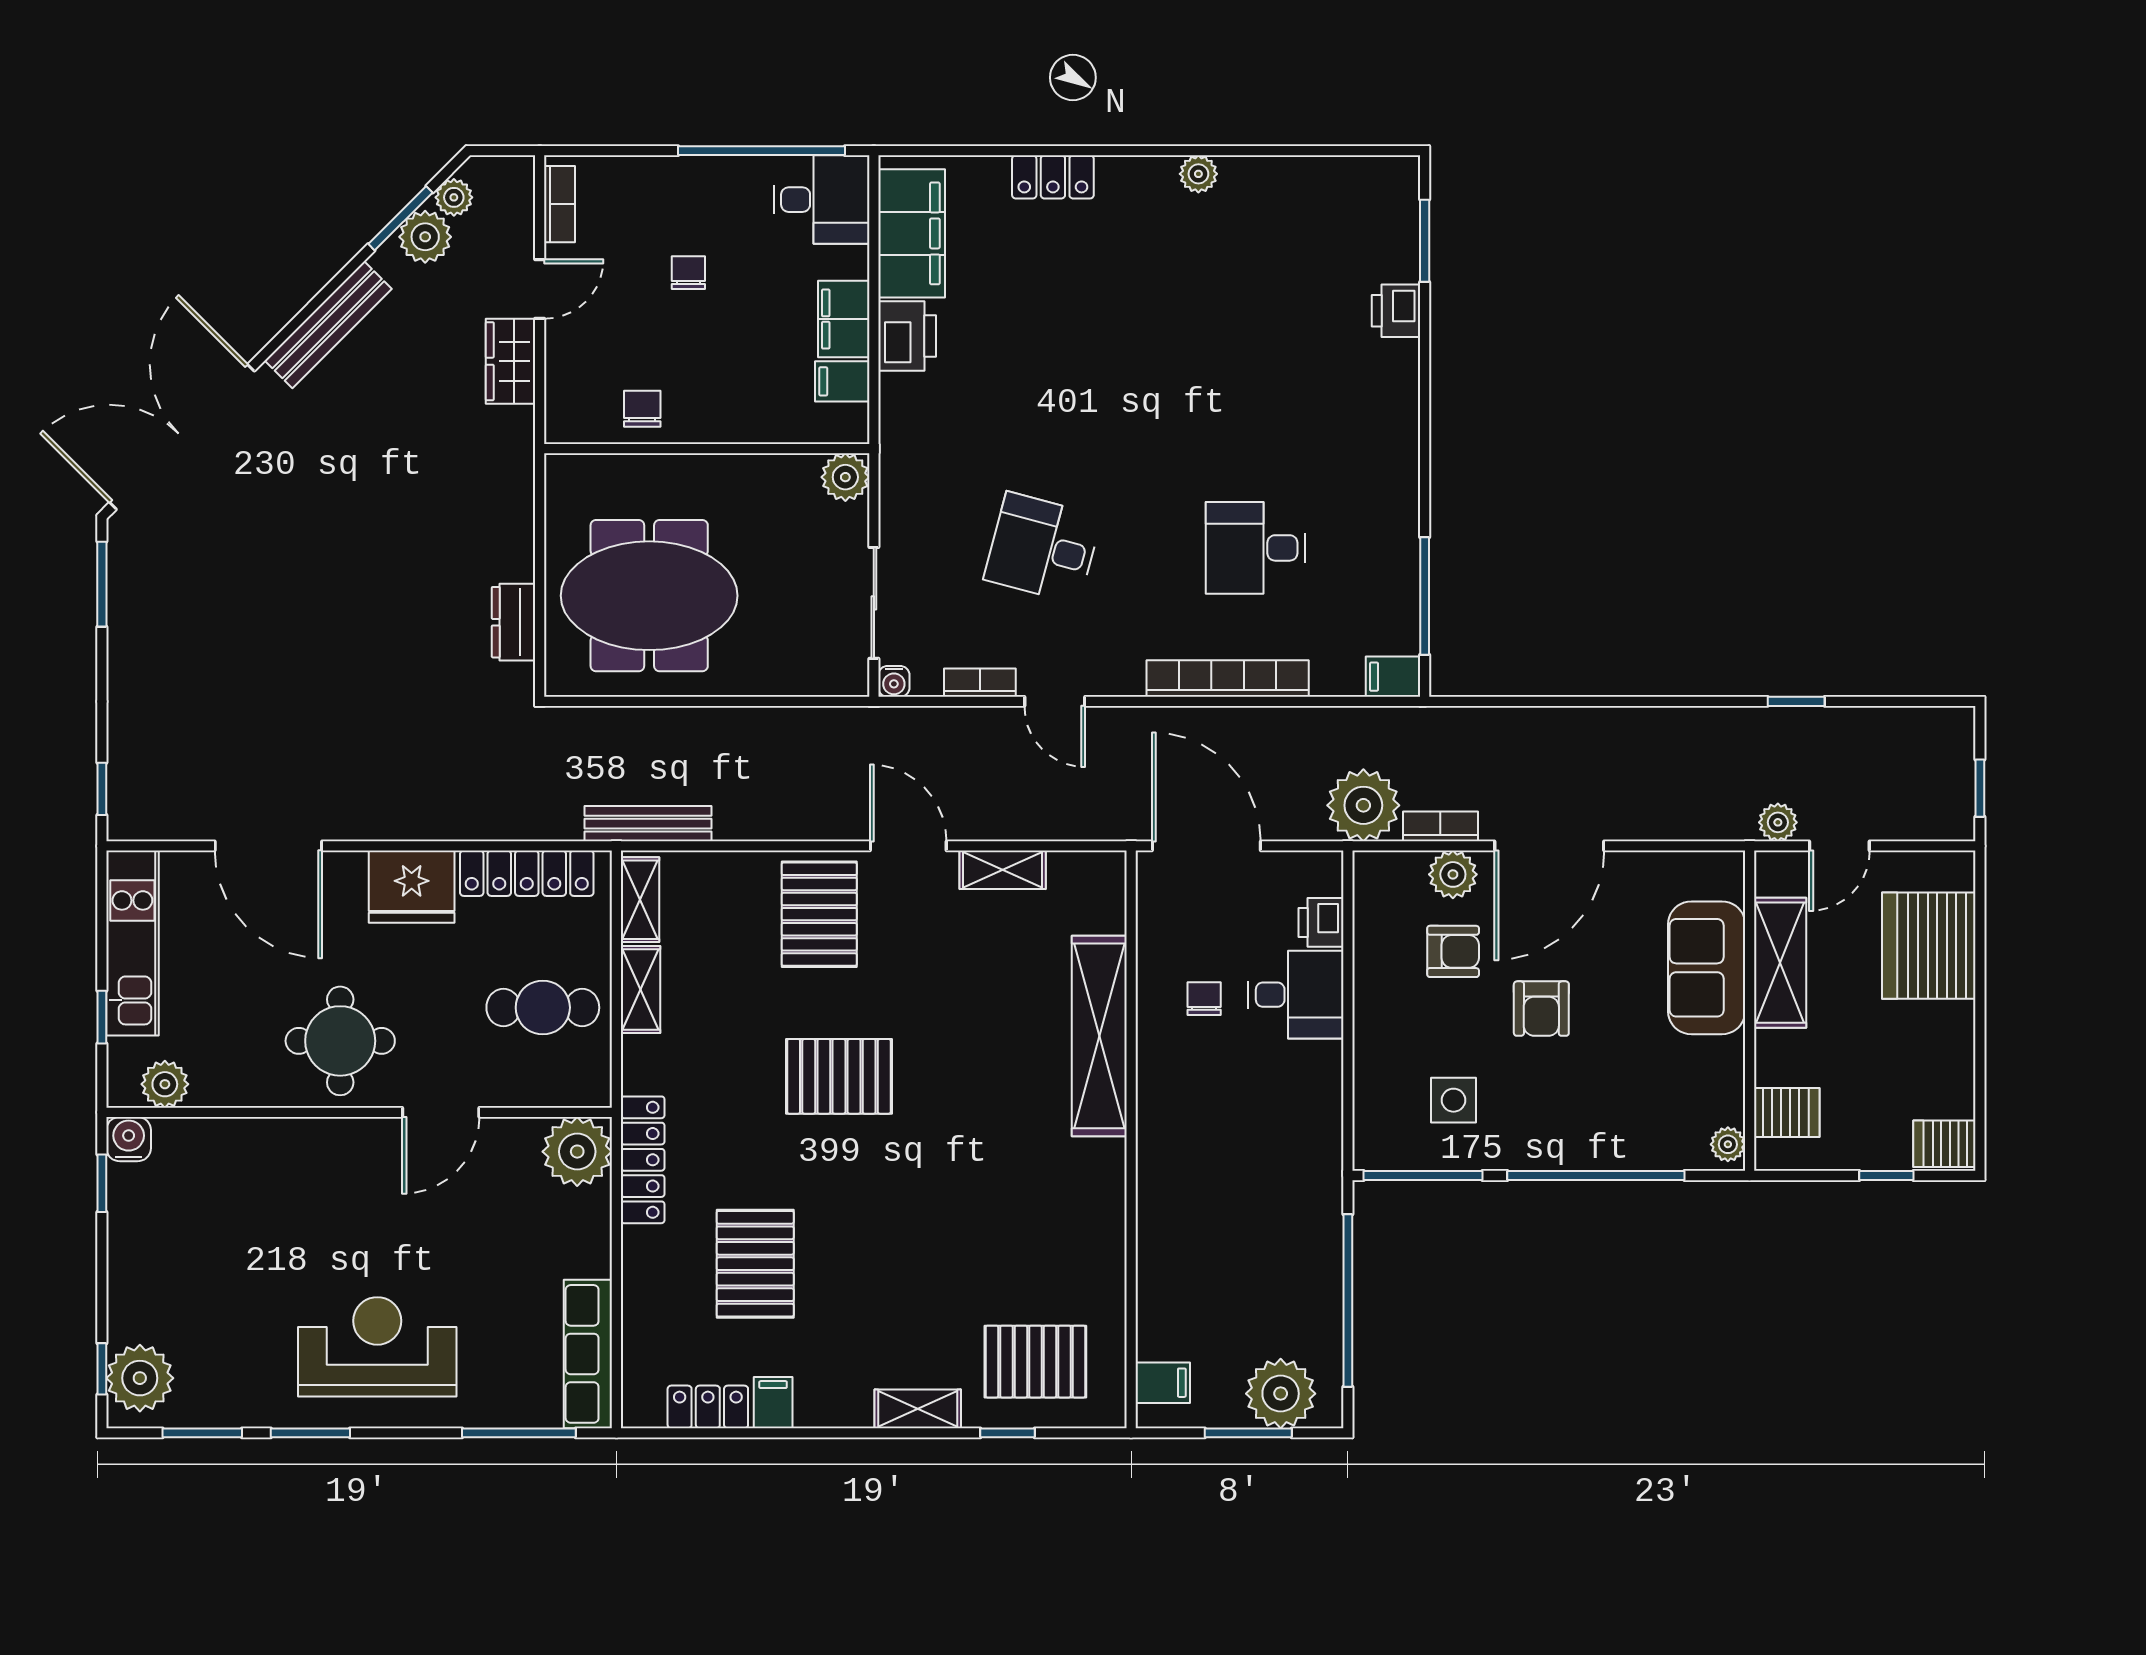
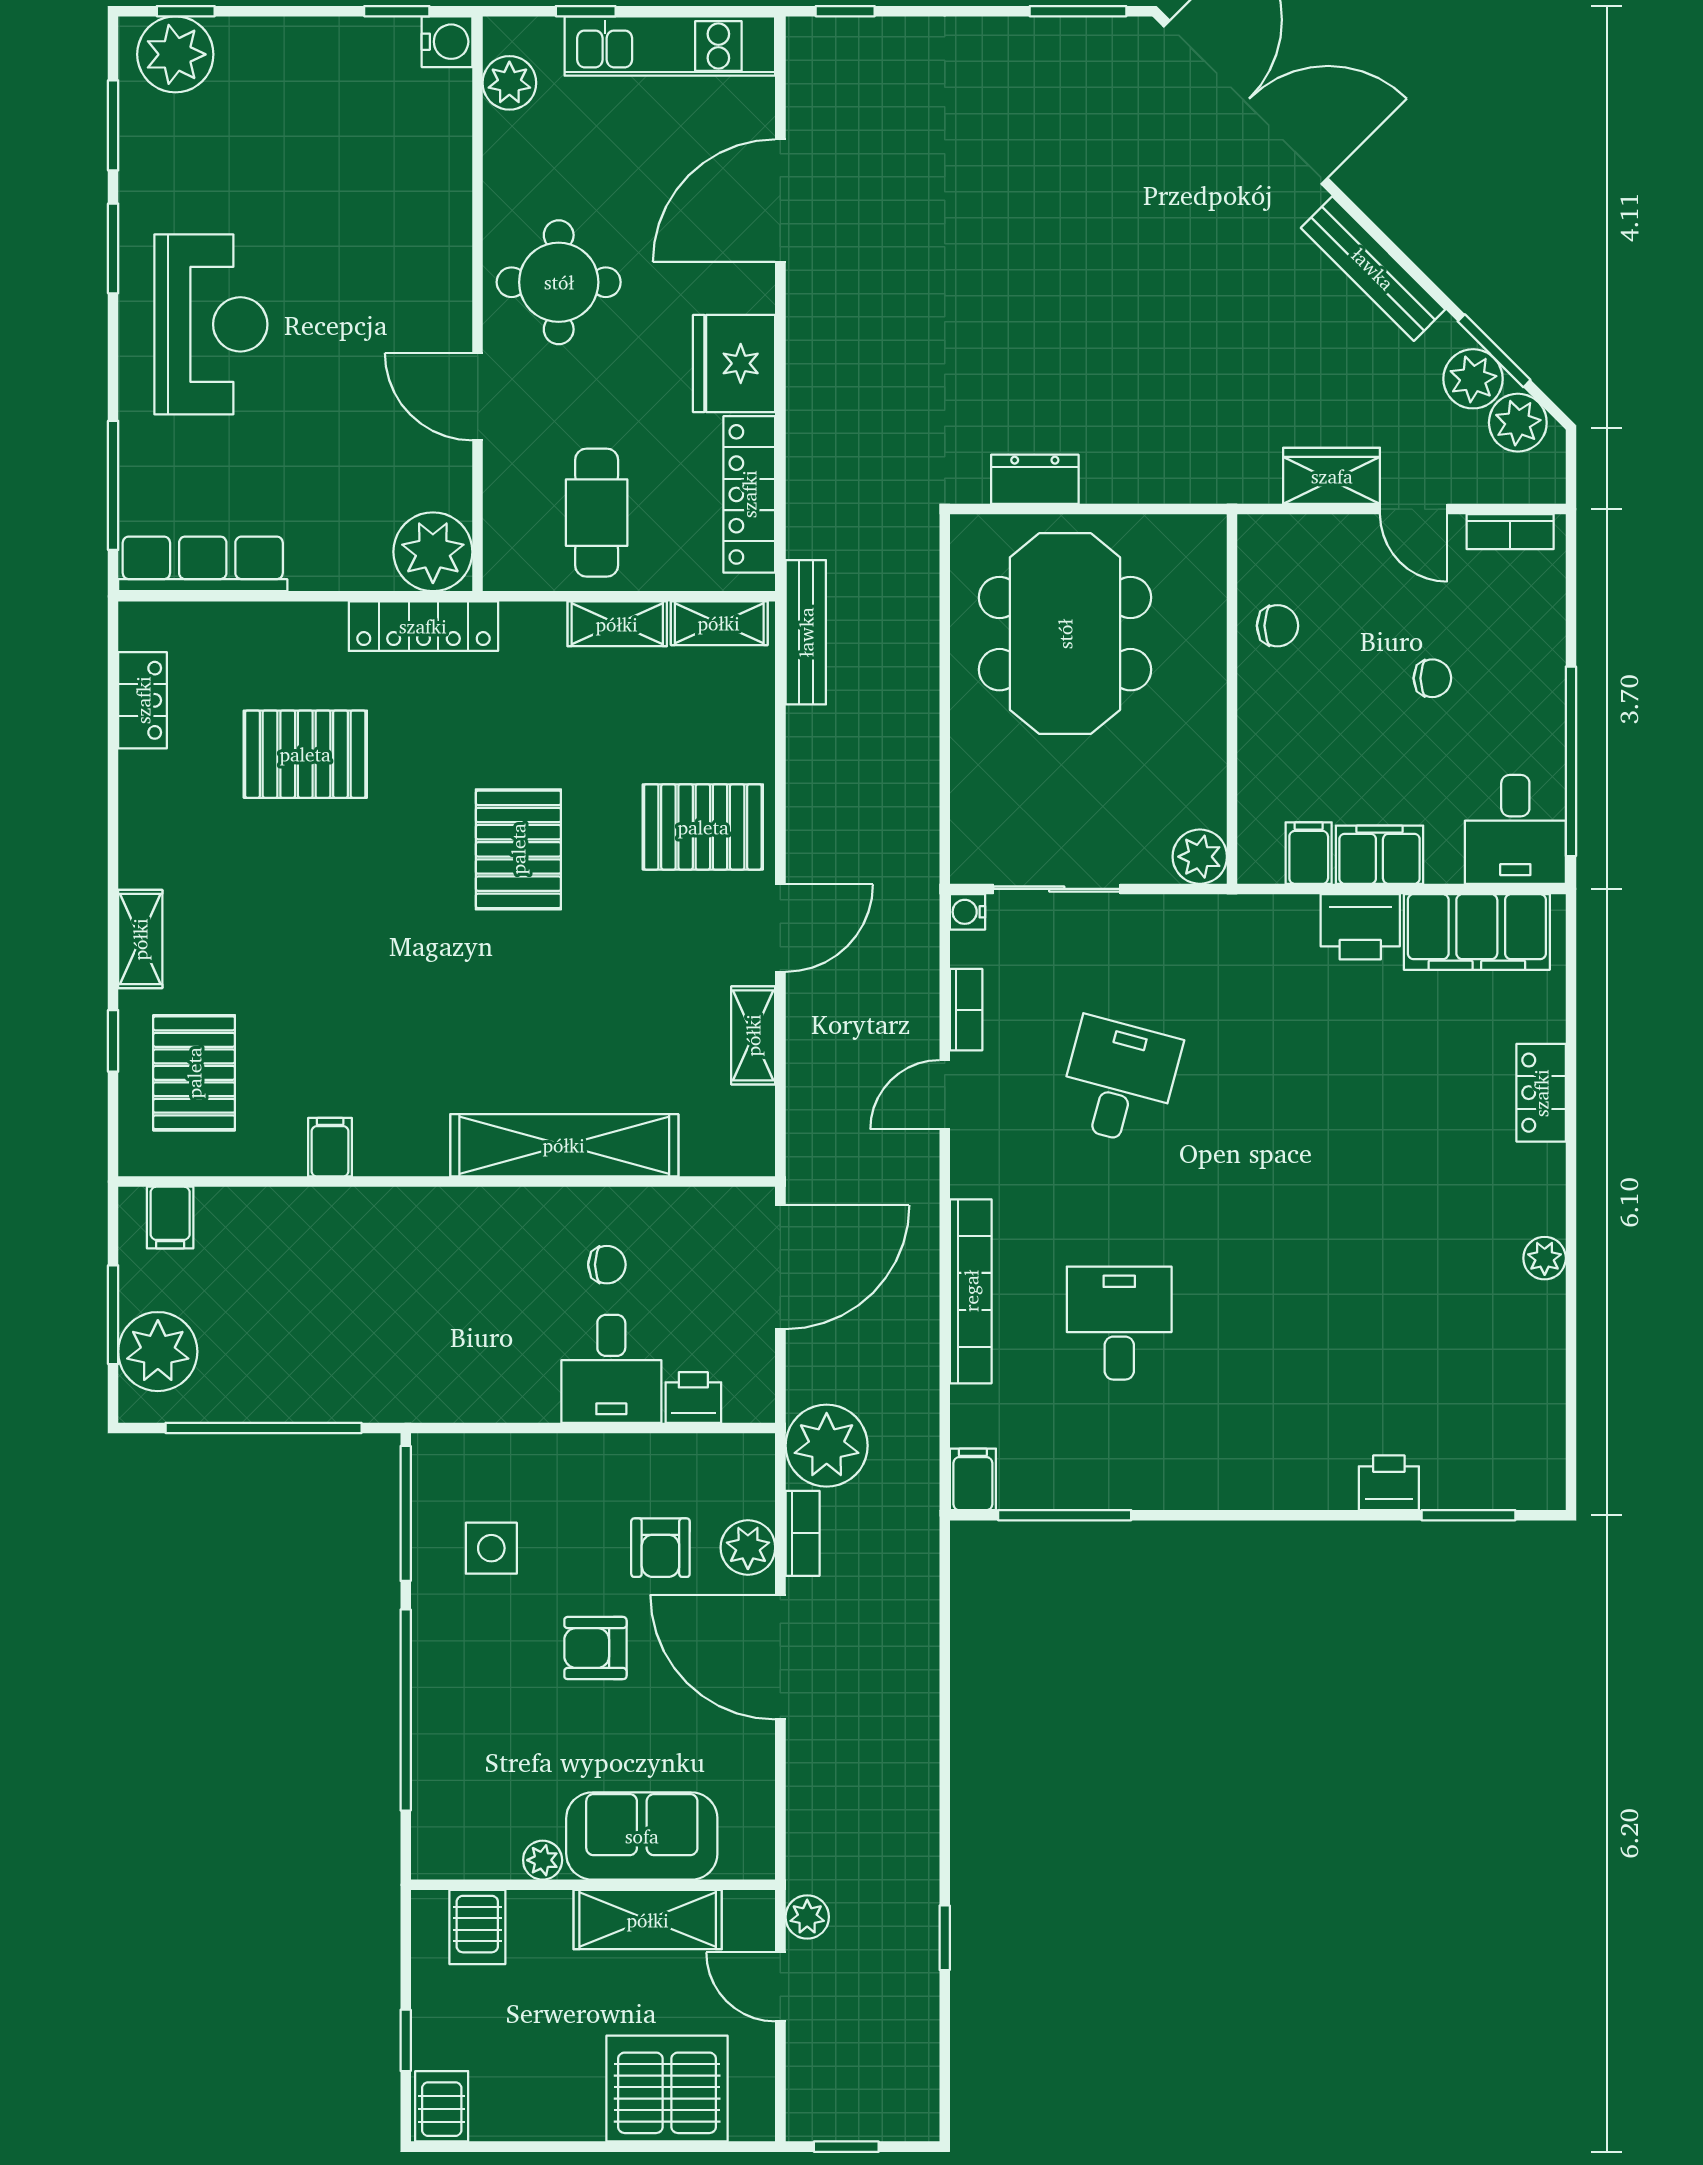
plant: (454, 197) -> (1518, 423), width x1.38, depth x1.38
plant: (1728, 1144) -> (543, 1860), moved
filing cabinet: (773, 1403) -> (330, 1147), moved, turned -90

